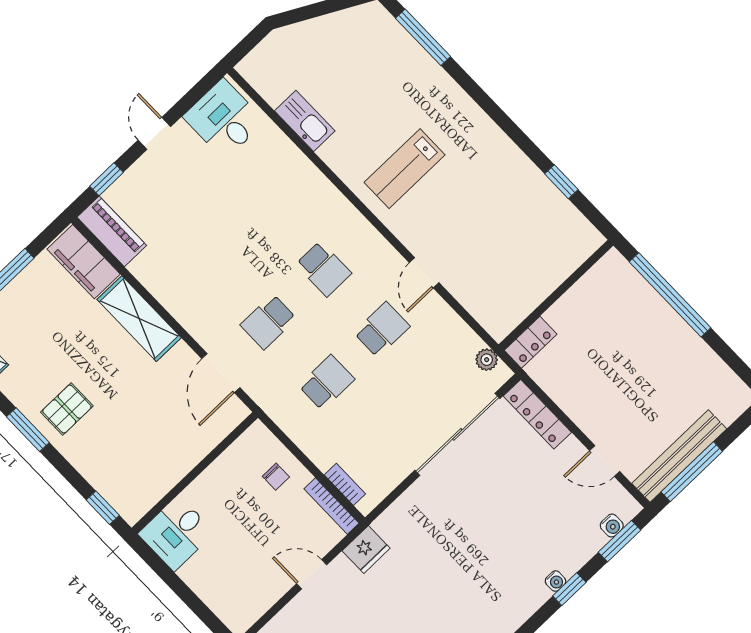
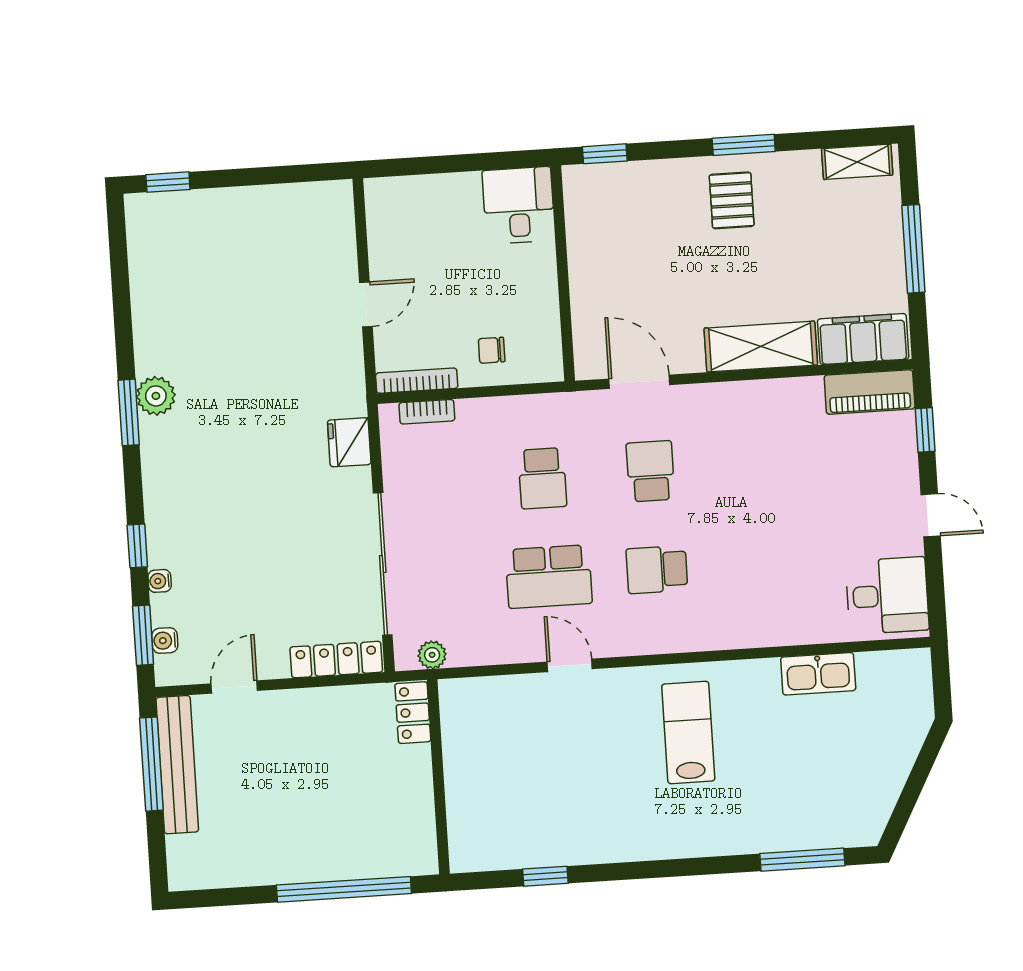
school desk: (382, 330) -> (549, 577), width x1.85
fridge: (366, 549) -> (349, 442), moved
water cooler: (555, 581) -> (160, 581), moved

